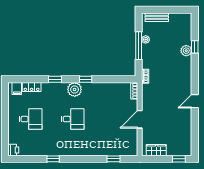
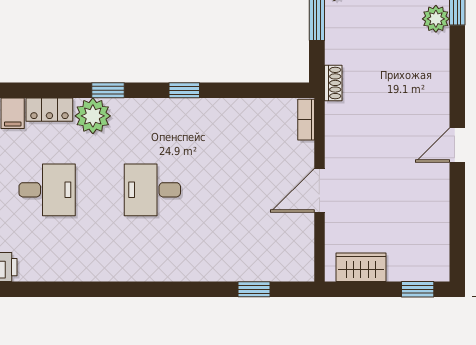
plant: (75, 89) -> (93, 116), moved
desk: (73, 119) -> (152, 190), turned 180
window: (53, 159) -> (103, 289), removed

